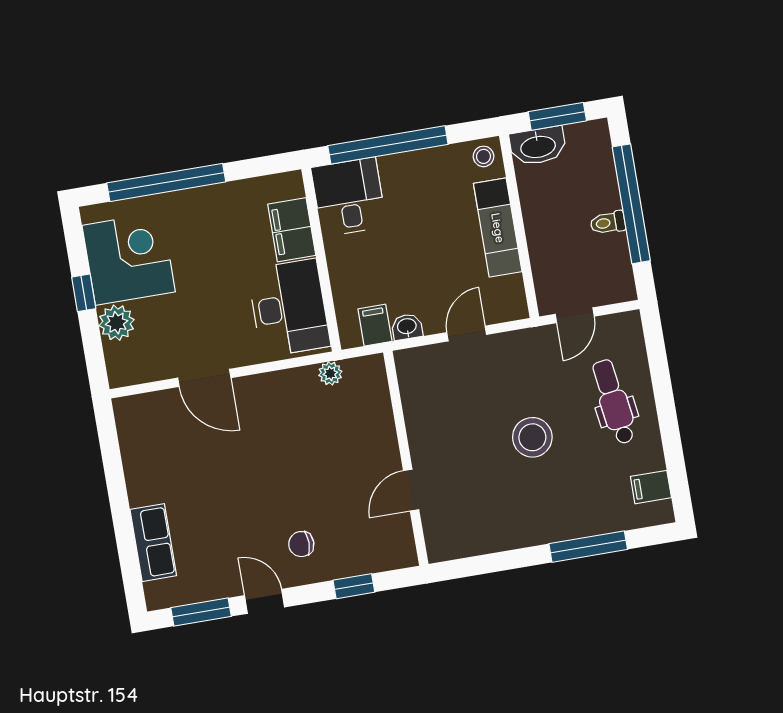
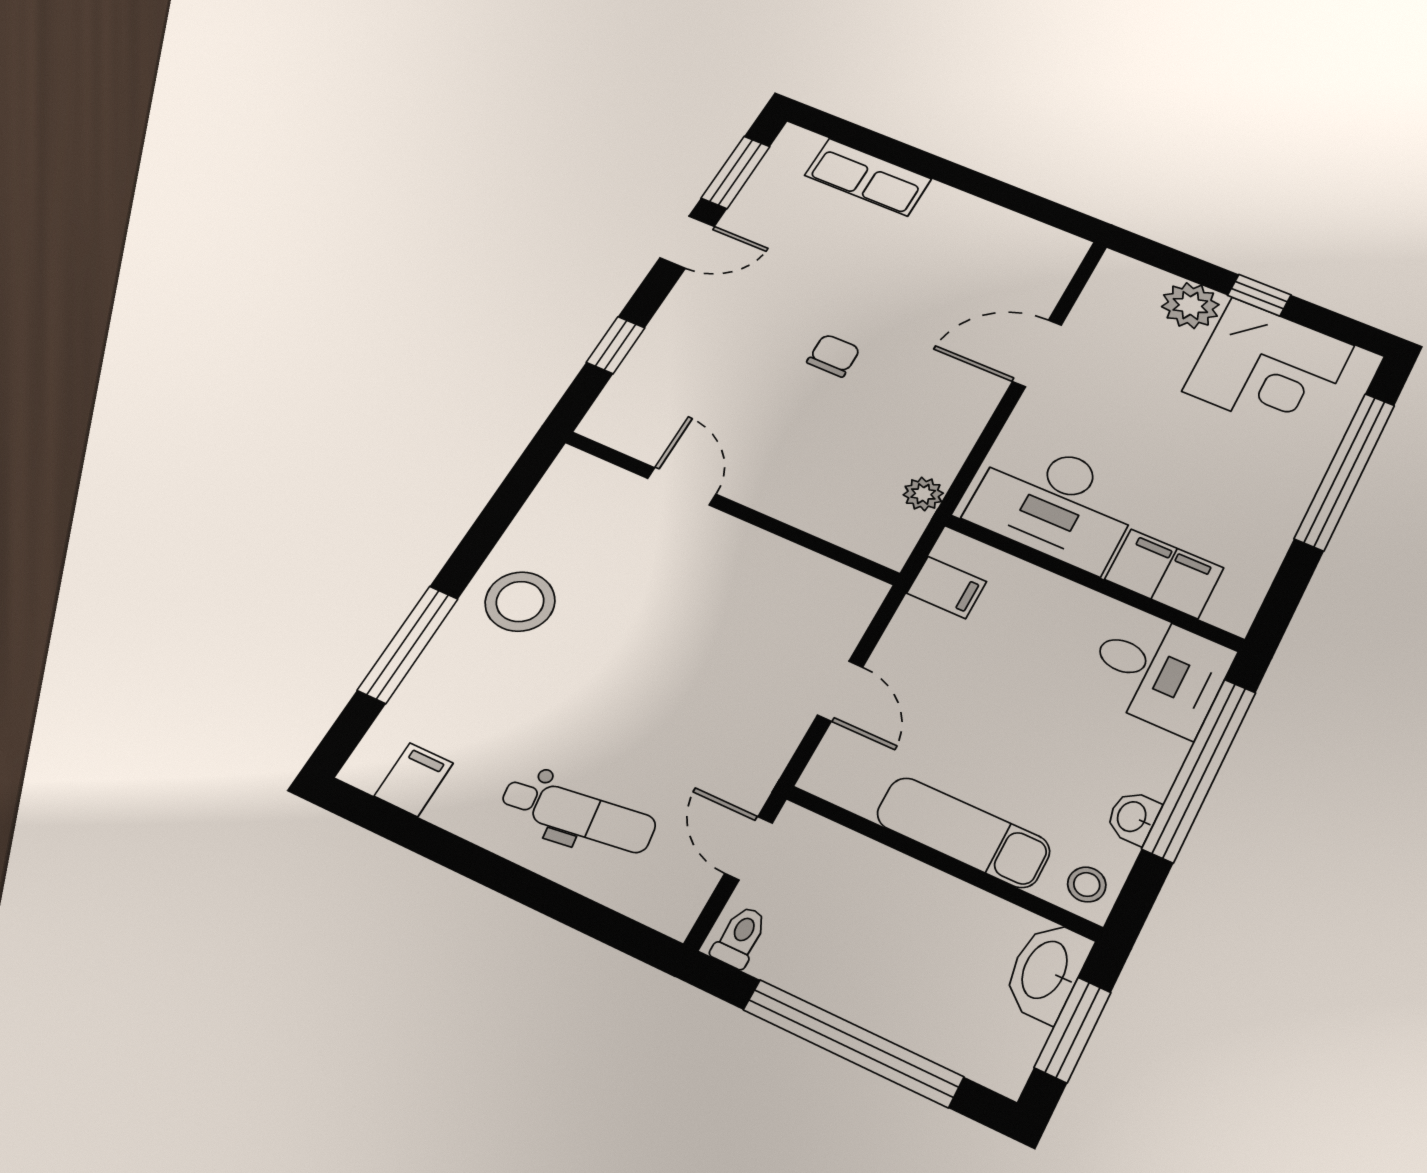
toilet: (608, 223) -> (740, 937), moved
washbasin: (407, 327) -> (1133, 817), moved, turned 180
stool: (532, 437) -> (520, 602), moved
chair: (301, 544) -> (834, 355), moved

